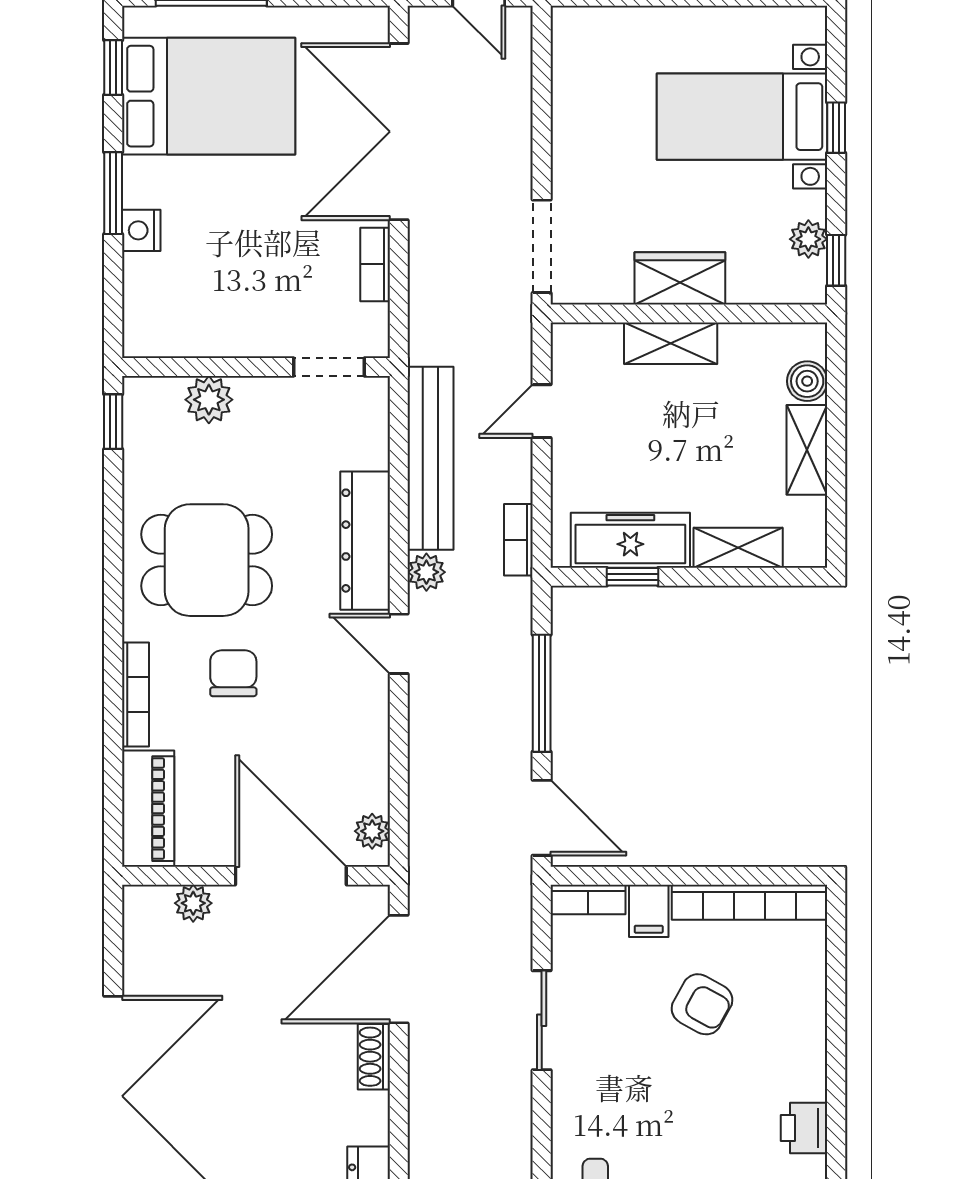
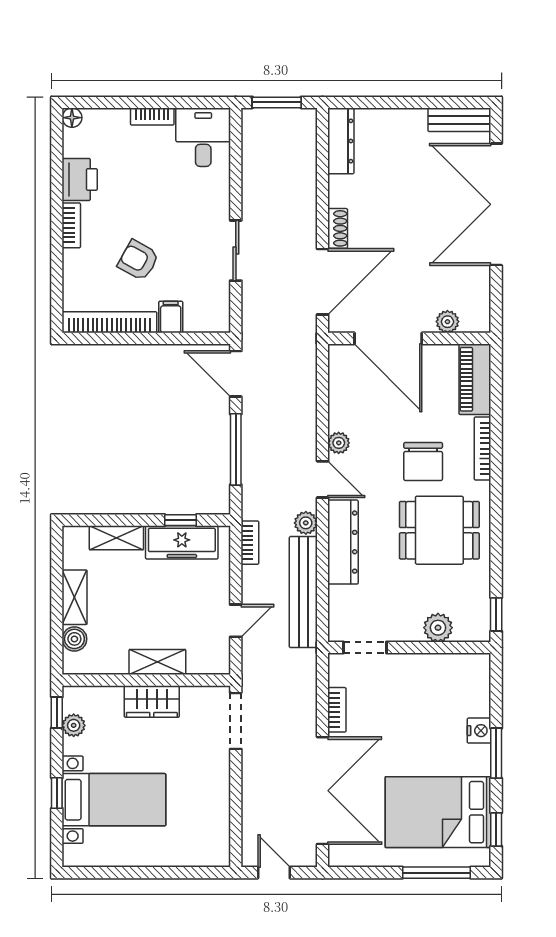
chair: (233, 673) -> (423, 461), width x1.37, depth x1.37
plant: (372, 831) -> (339, 443), moved
bookcase: (588, 900) -> (71, 225), moved, turned 90
printer: (804, 1128) -> (80, 179), width x1.36, depth x1.24

